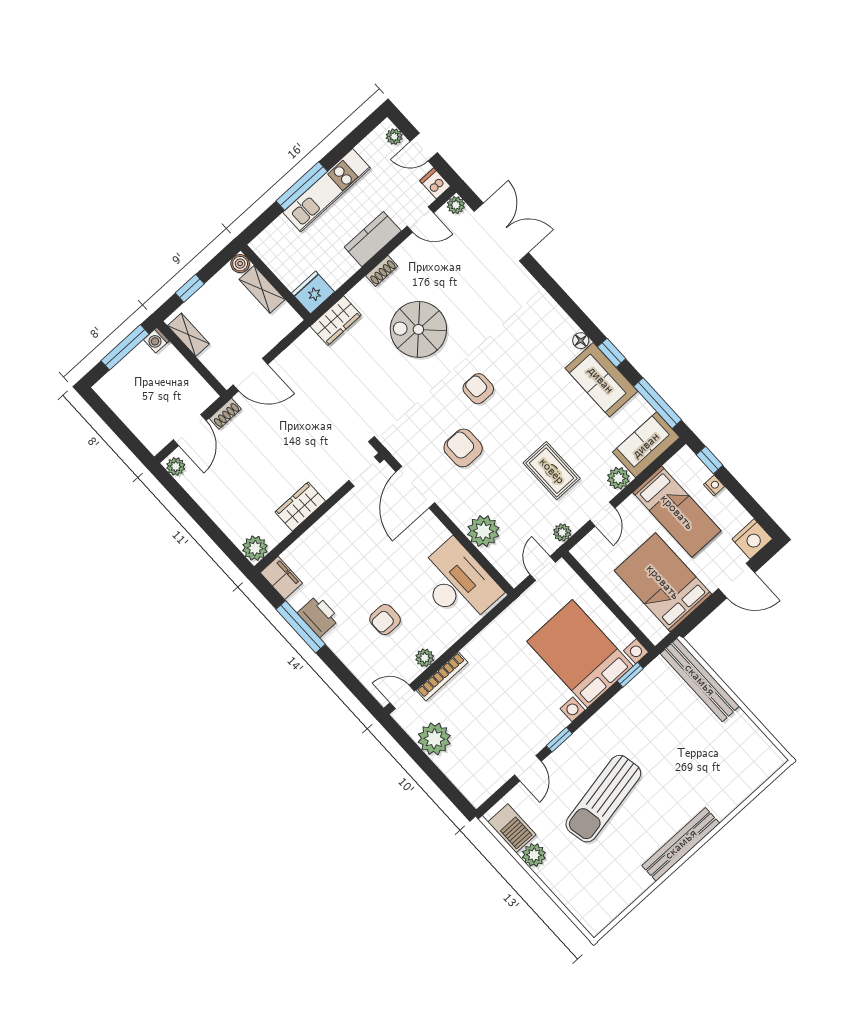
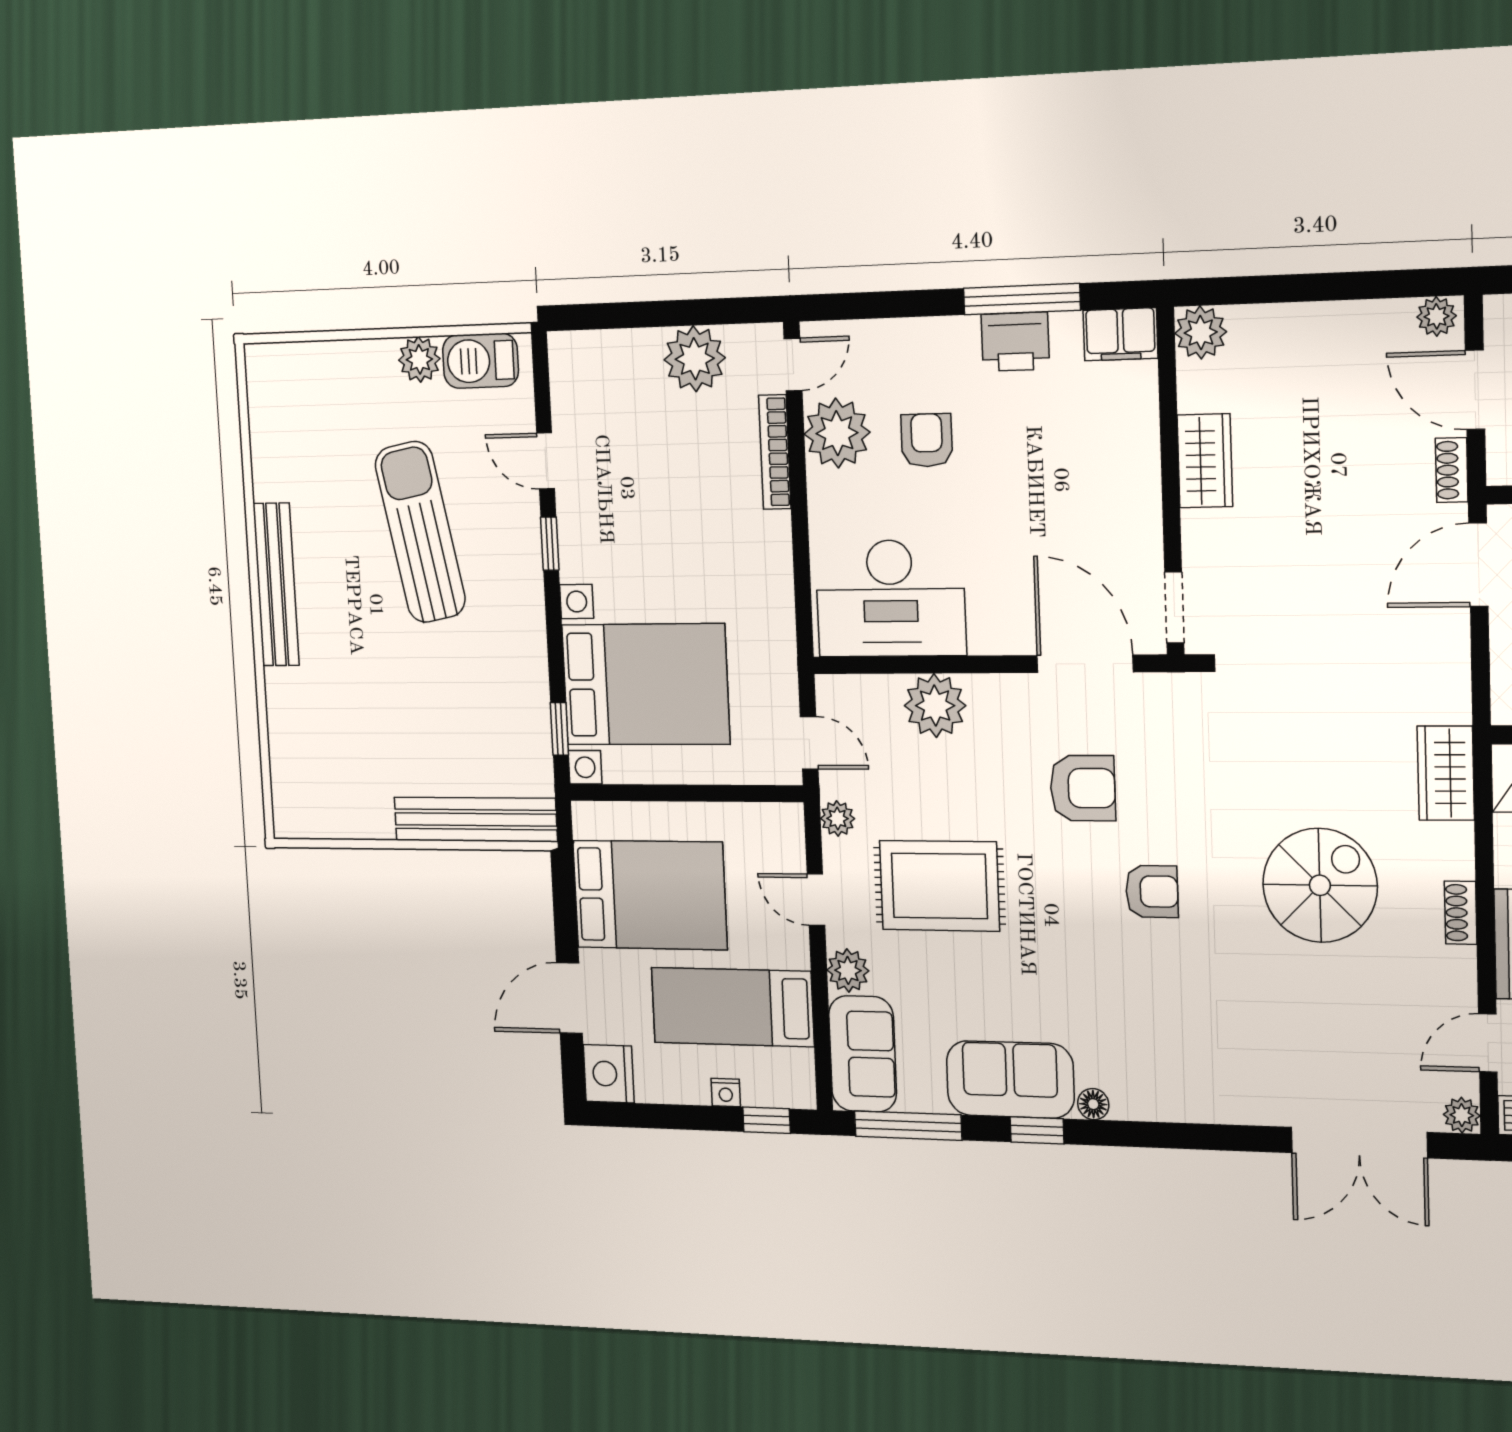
rug: (552, 471) -> (939, 886), width x1.36, depth x1.43
plant: (425, 658) -> (837, 433), width x1.88, depth x1.88

